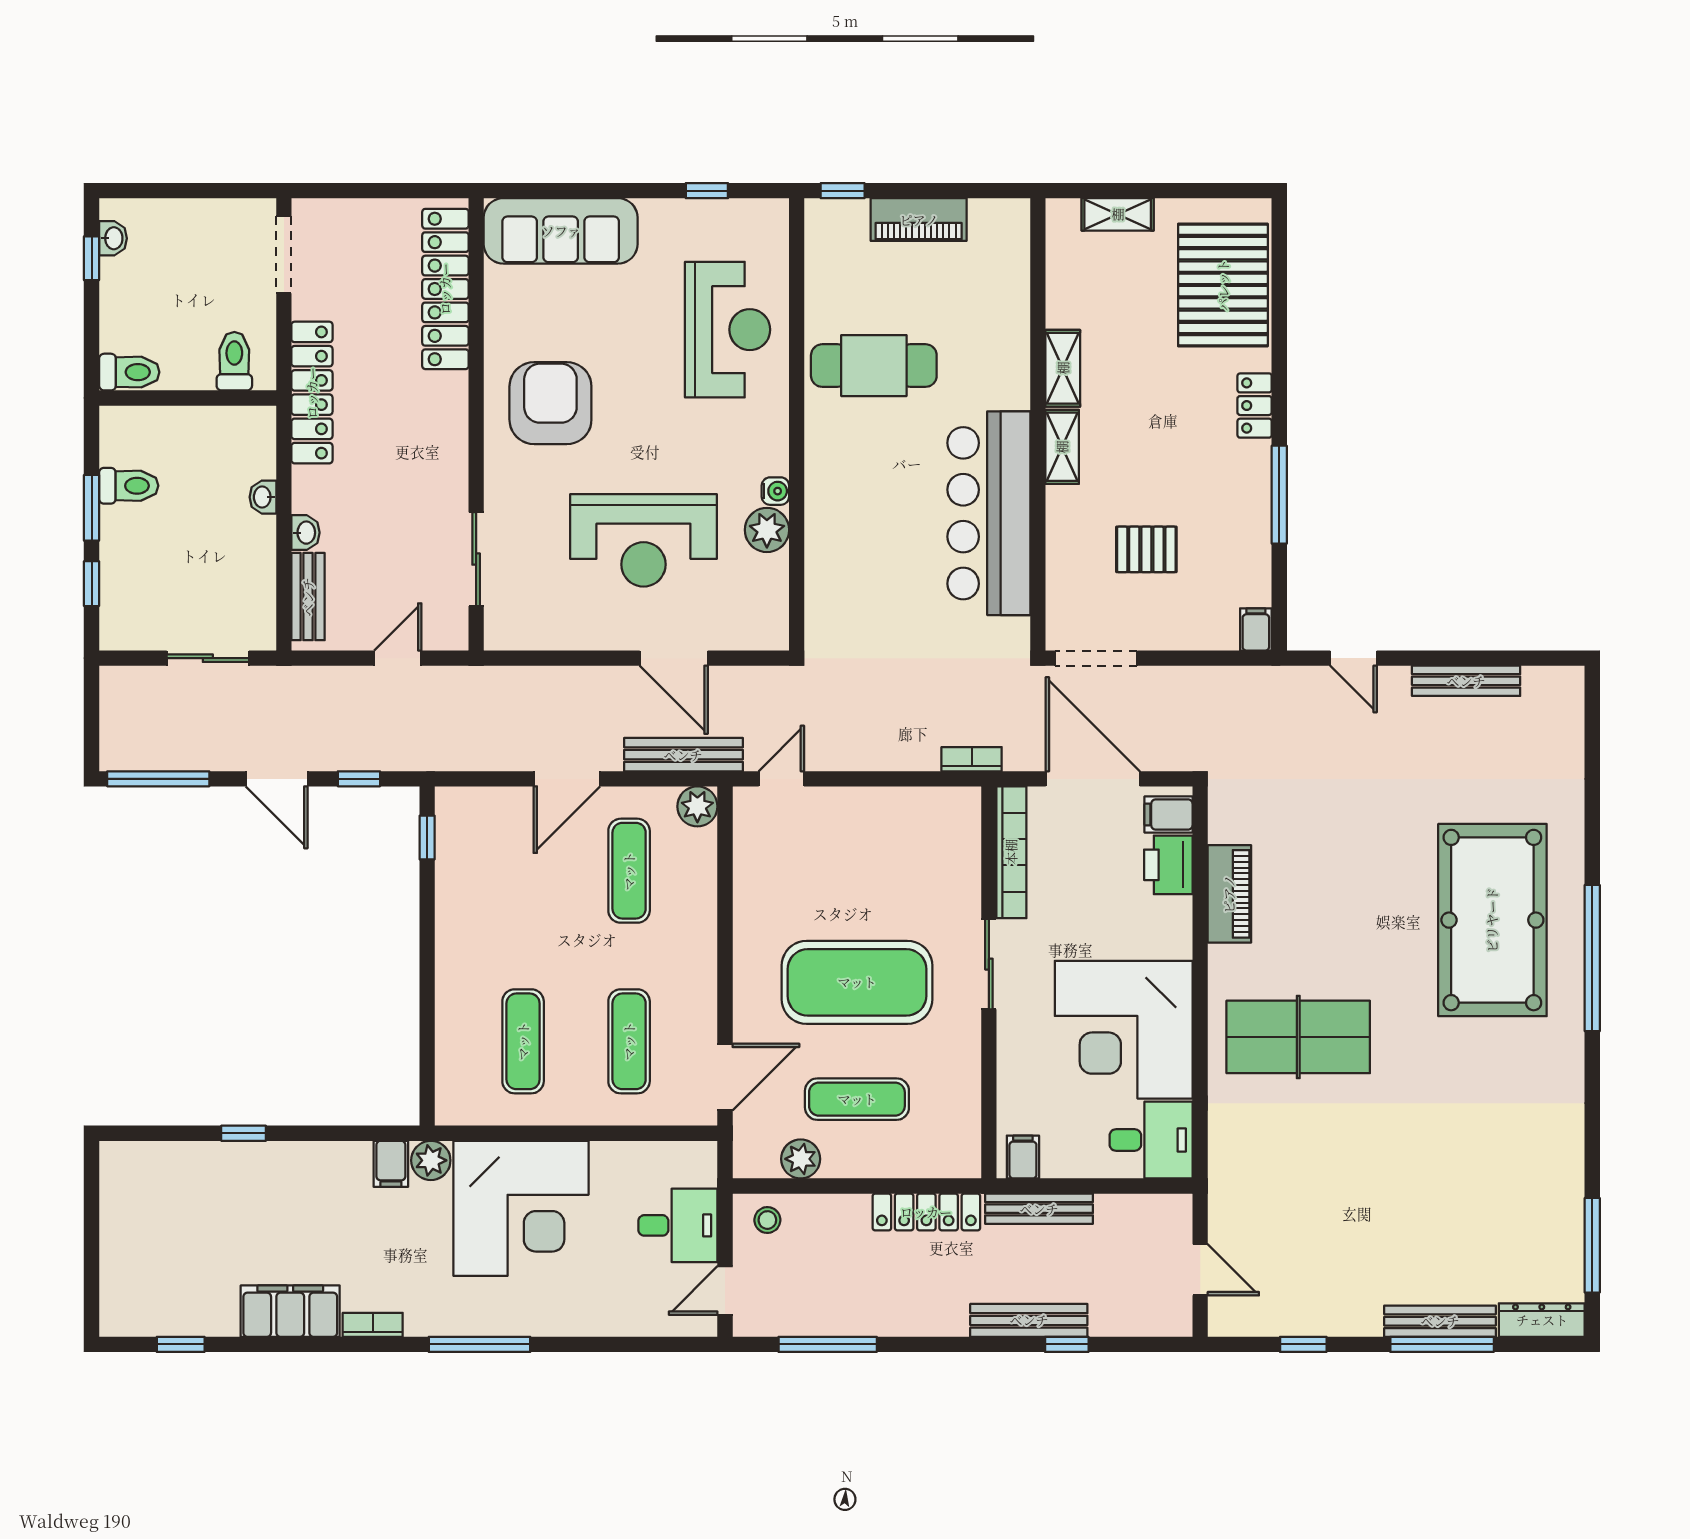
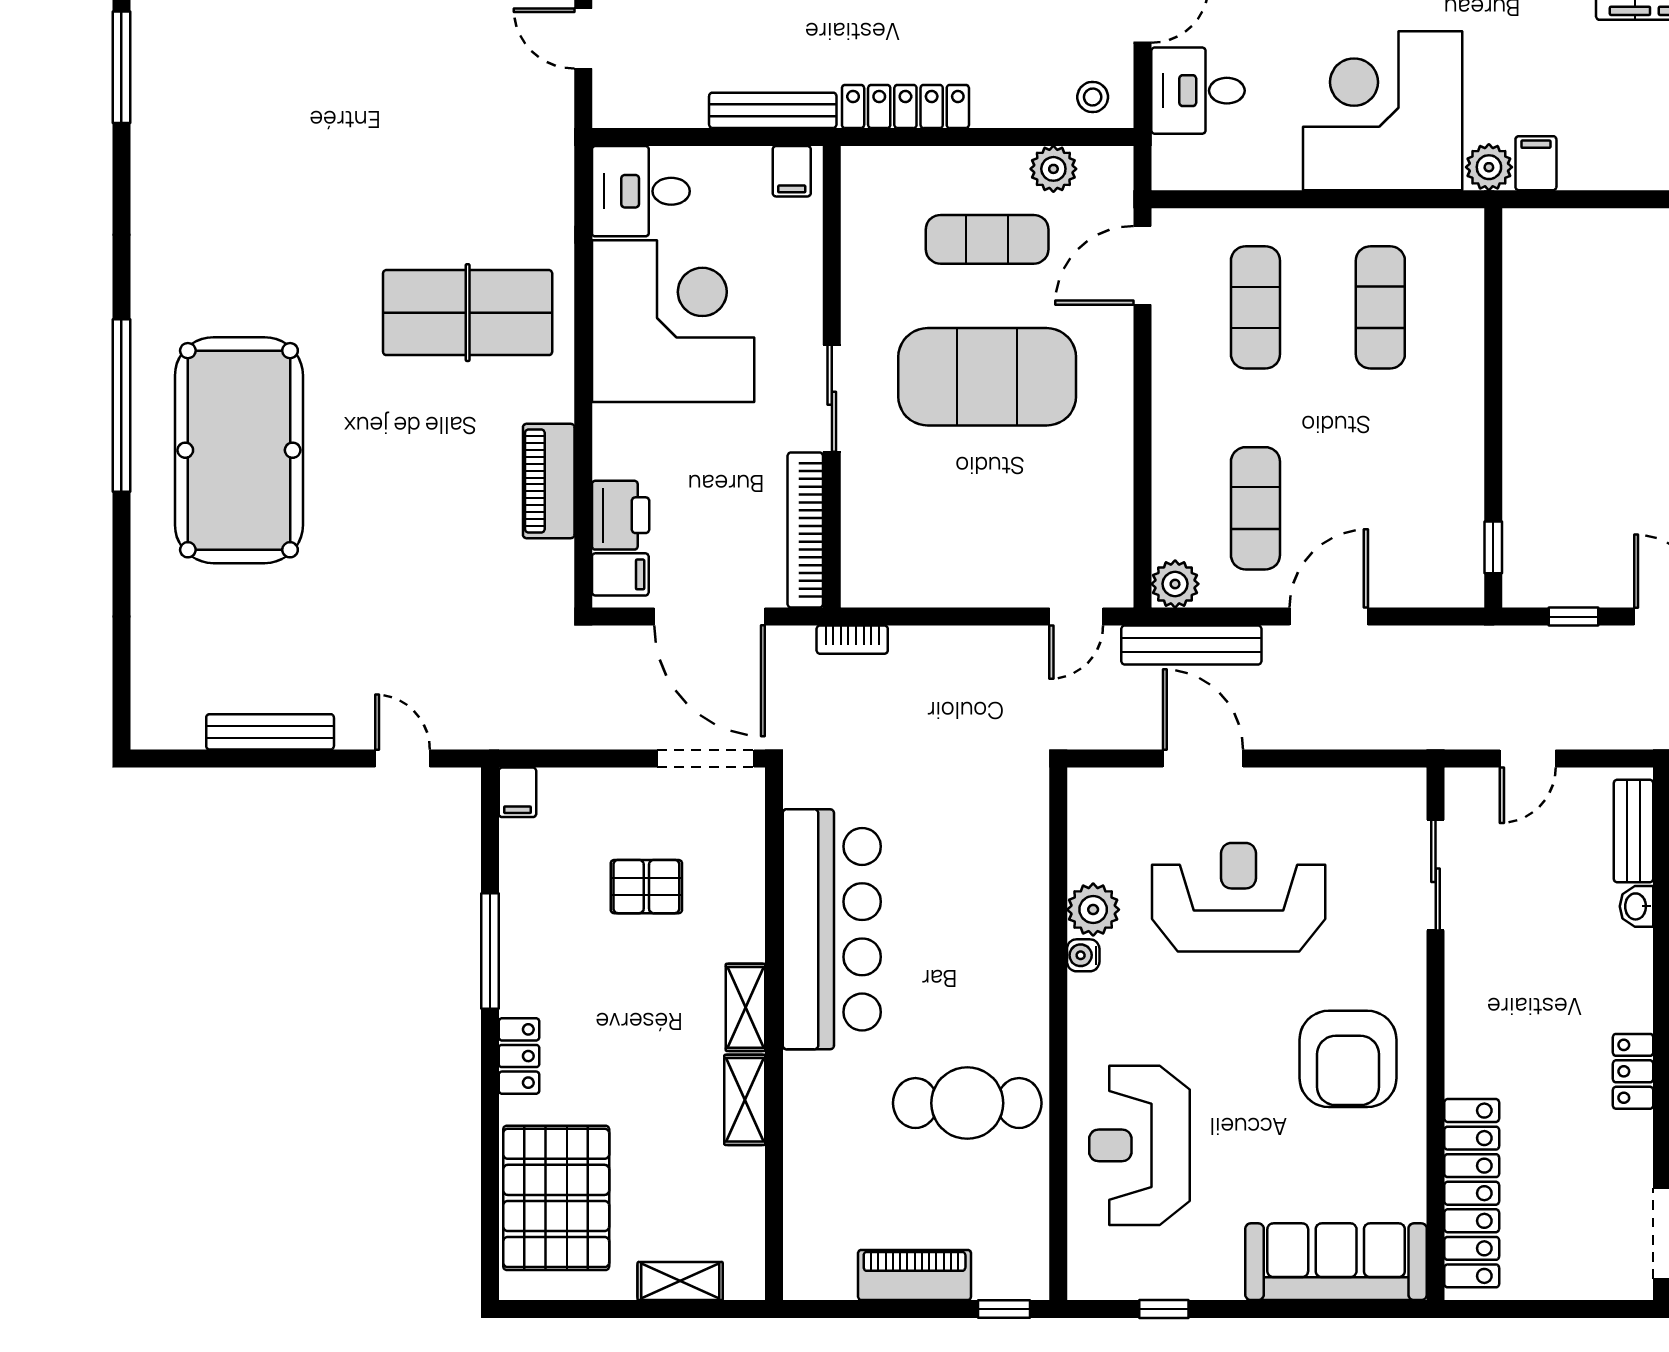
locker: (312, 393) -> (1633, 1071), width x0.46, depth x0.83

